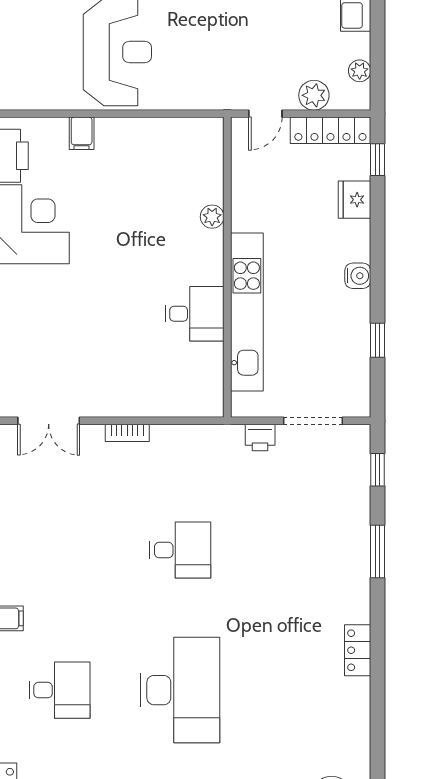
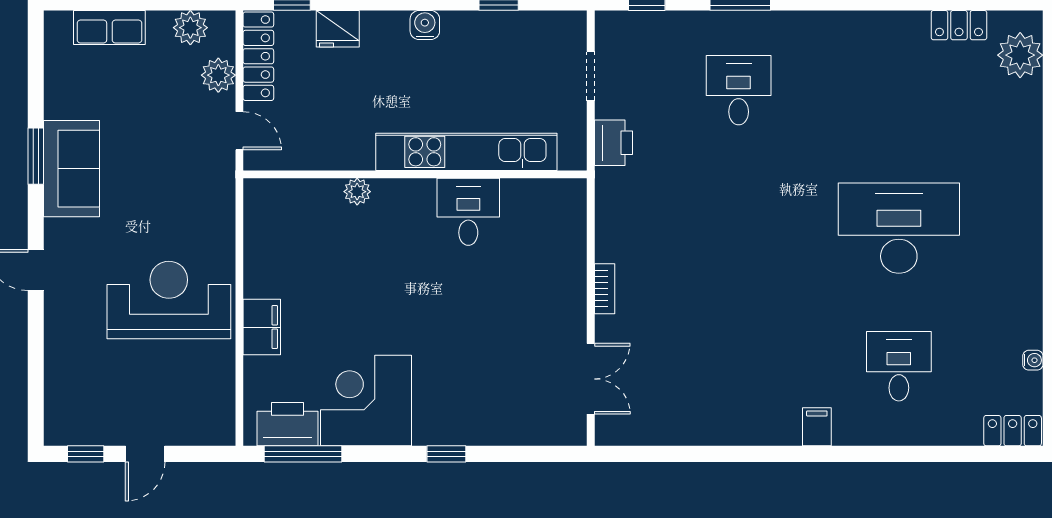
plant: (360, 71) -> (190, 28), width x1.38, depth x1.38
filing cabinet: (82, 133) -> (262, 327), width x2.00
doorway: (313, 421) -> (591, 76), width x0.73
printer: (260, 437) -> (613, 143), width x1.36, depth x1.24
desk: (180, 550) -> (739, 90), moved
locker: (358, 650) -> (959, 25), moved

